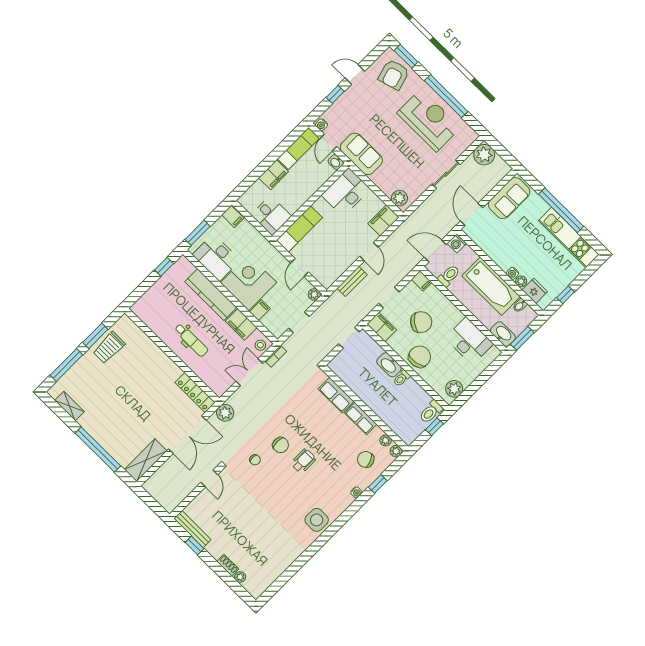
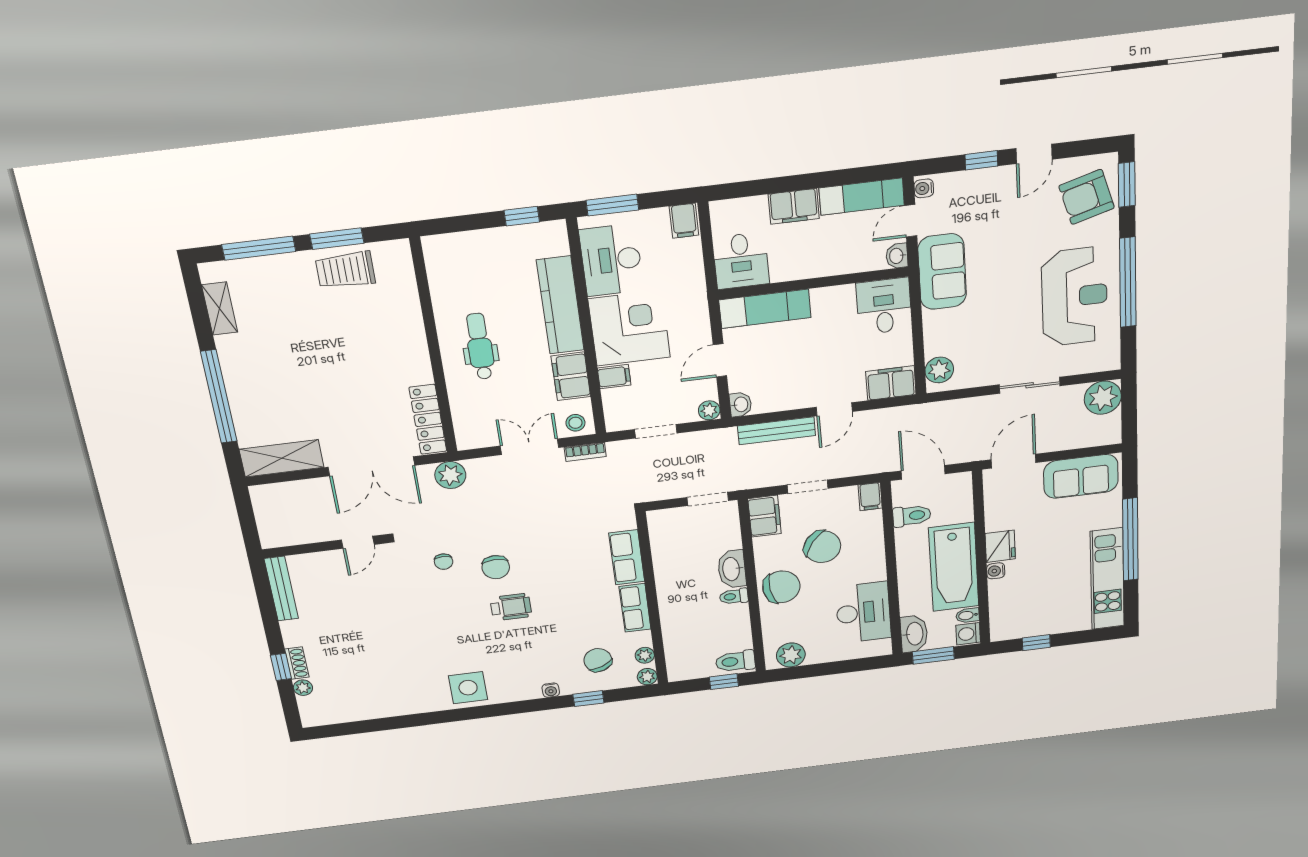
door: (355, 75) -> (1034, 154), swing flipped
desk: (346, 192) -> (884, 306), width x0.73
washing machine: (457, 243) -> (968, 634), moved
washbasin: (326, 281) -> (740, 404), added
bench: (352, 281) -> (777, 431), width x1.36
plant: (521, 281) -> (997, 588), removed
fridge: (535, 291) -> (1000, 546), moved
dental chair: (191, 340) -> (480, 346), turned 180
window: (195, 546) -> (281, 667), moved

